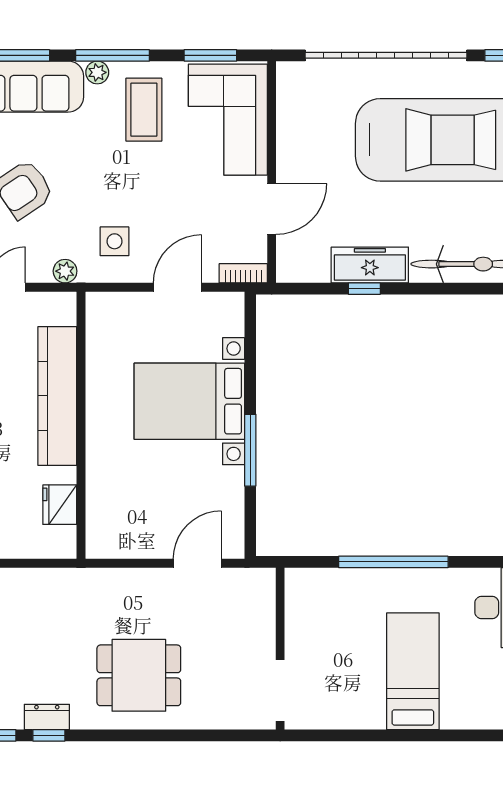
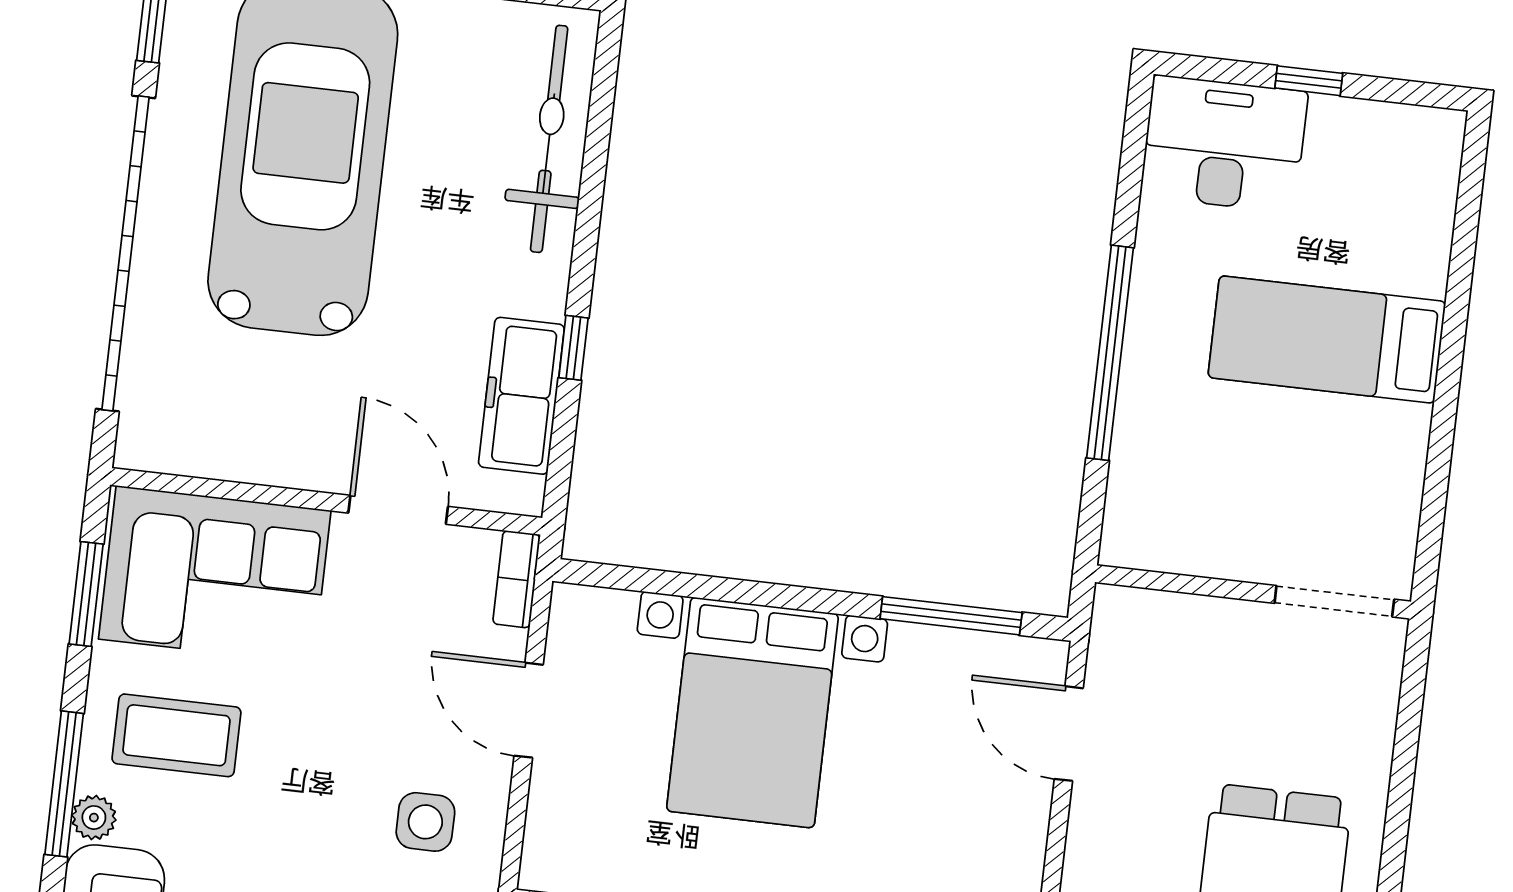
freezer: (370, 265) -> (521, 396), moved
window: (250, 450) -> (951, 616), moved

